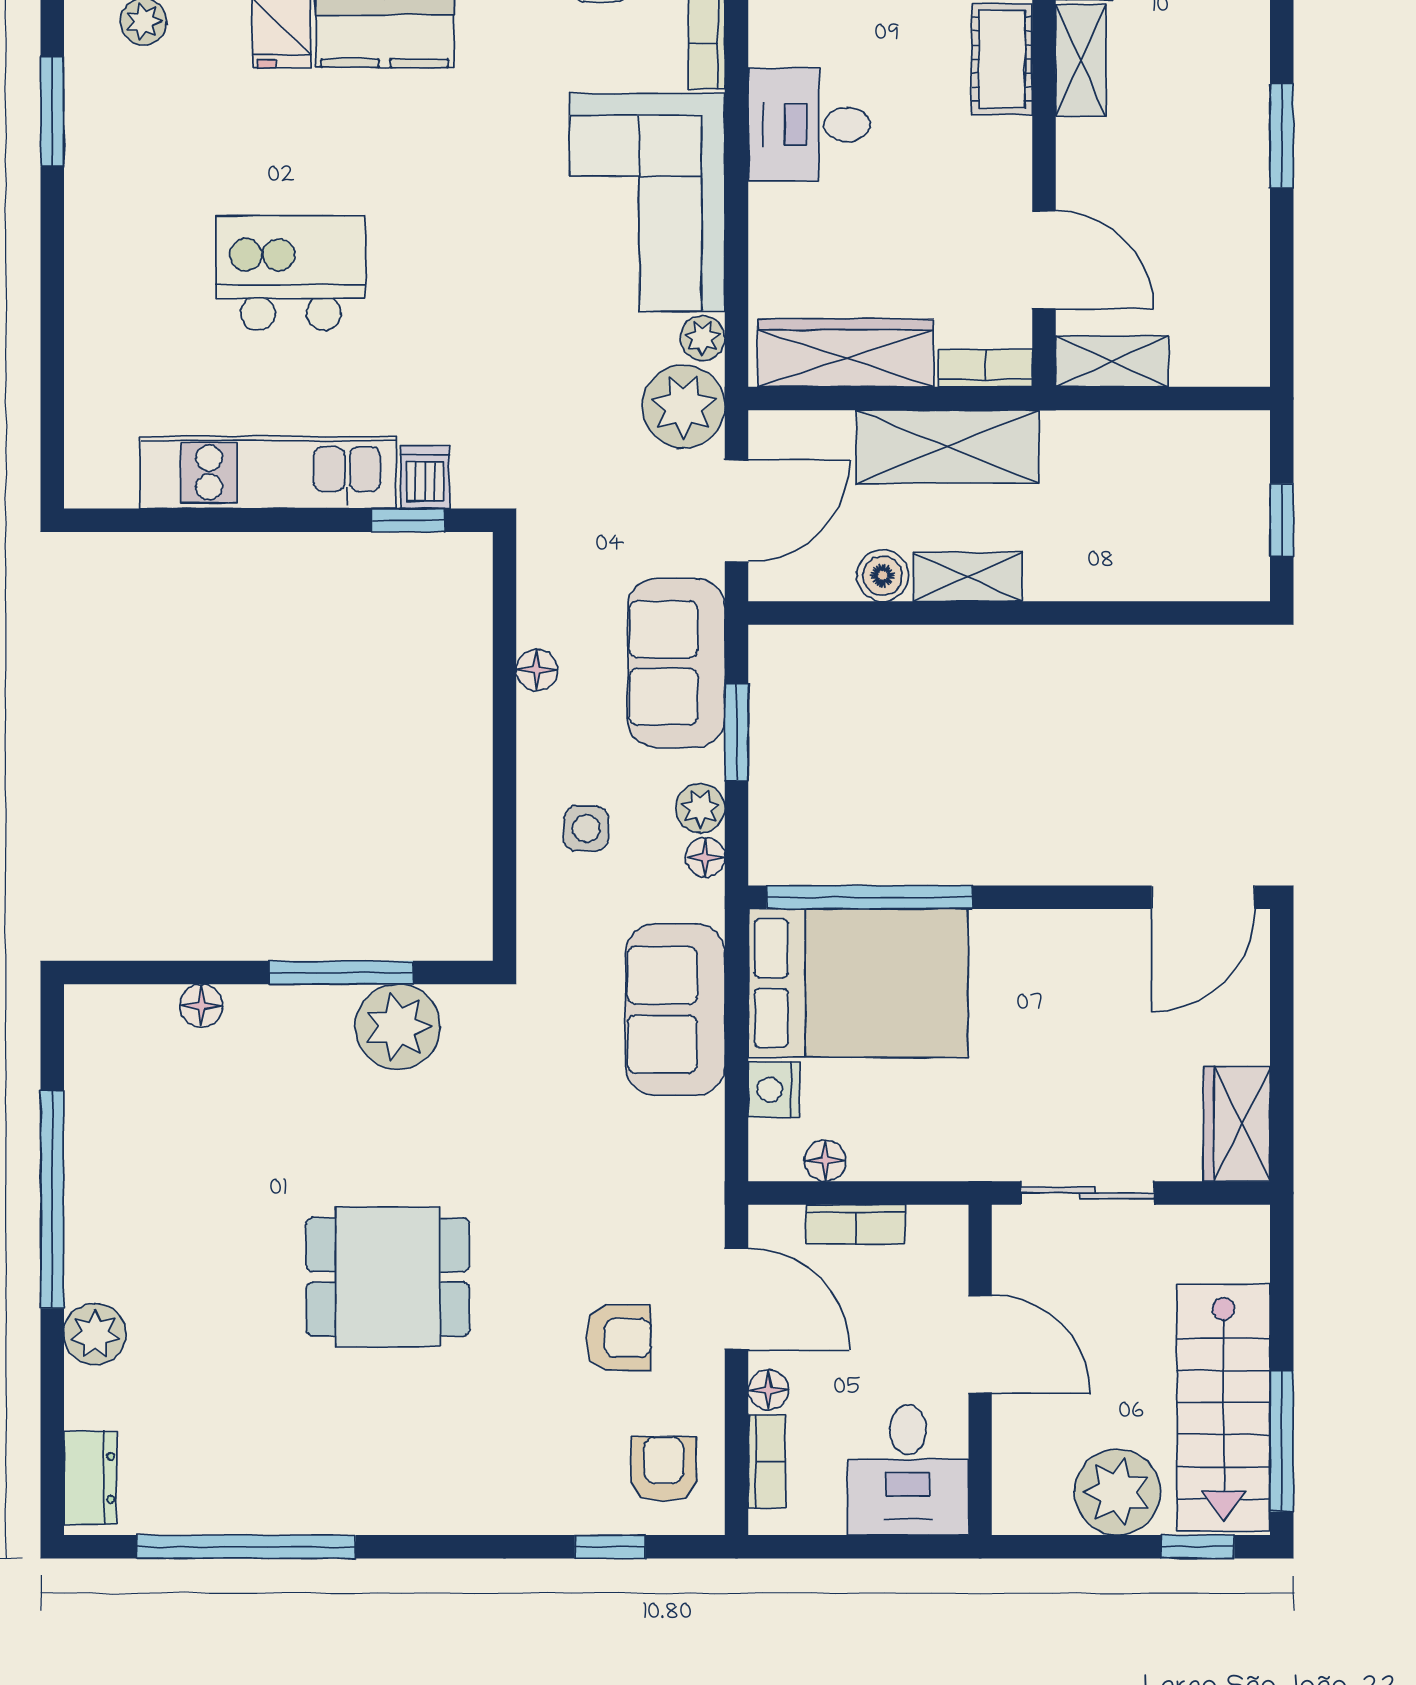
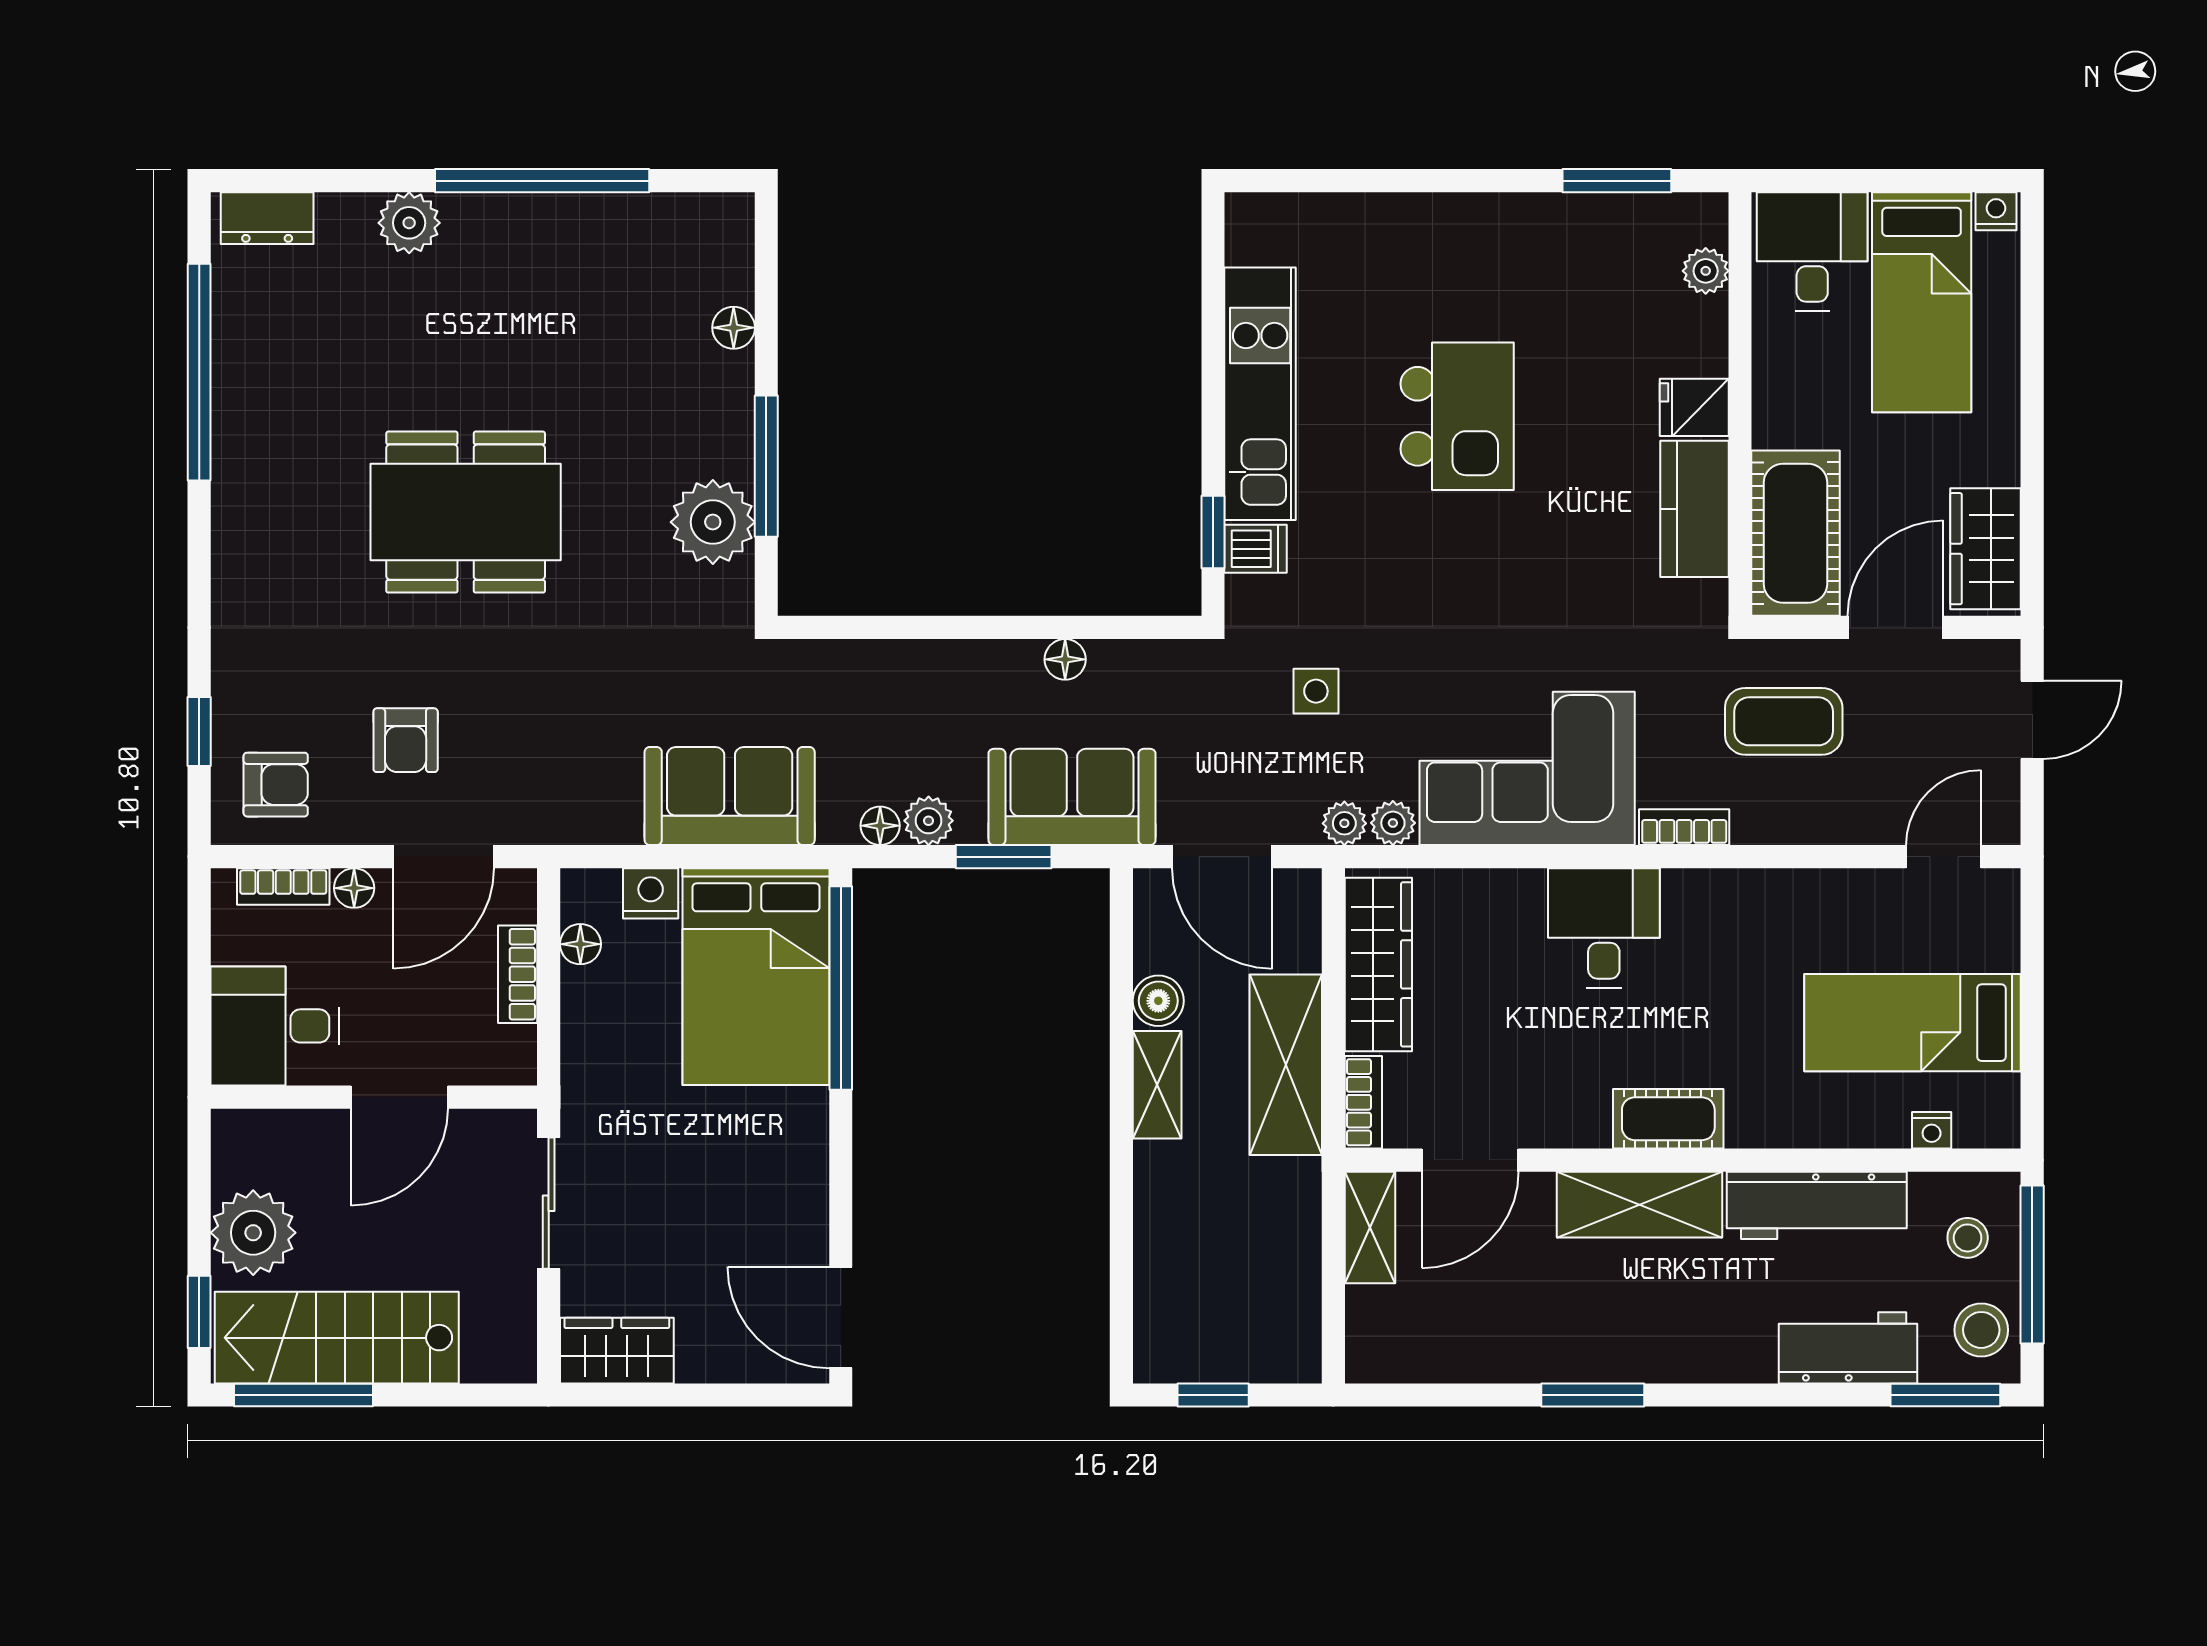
shelving: (1081, 60) -> (1640, 1205), width x1.50, depth x1.33
plant: (683, 407) -> (1344, 823), width x0.53, depth x0.53
side table: (586, 828) -> (1316, 691), moved
dining table: (388, 1277) -> (466, 512), width x1.37

